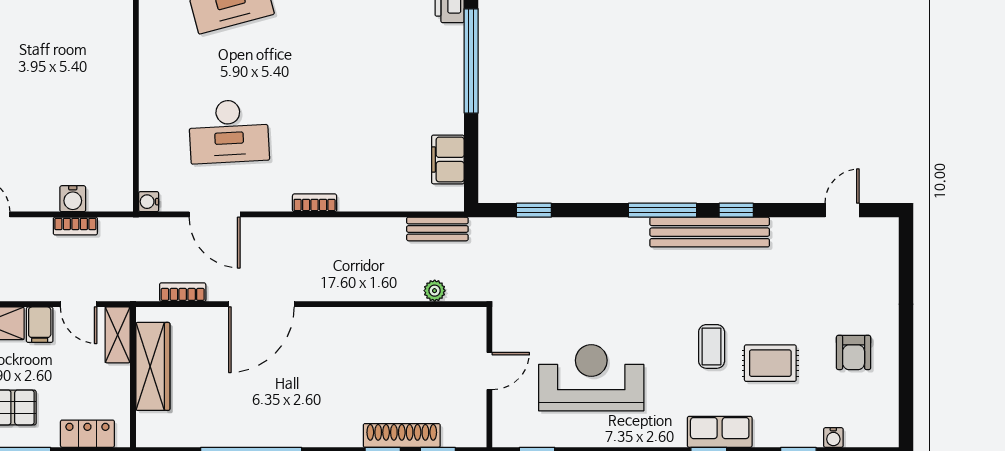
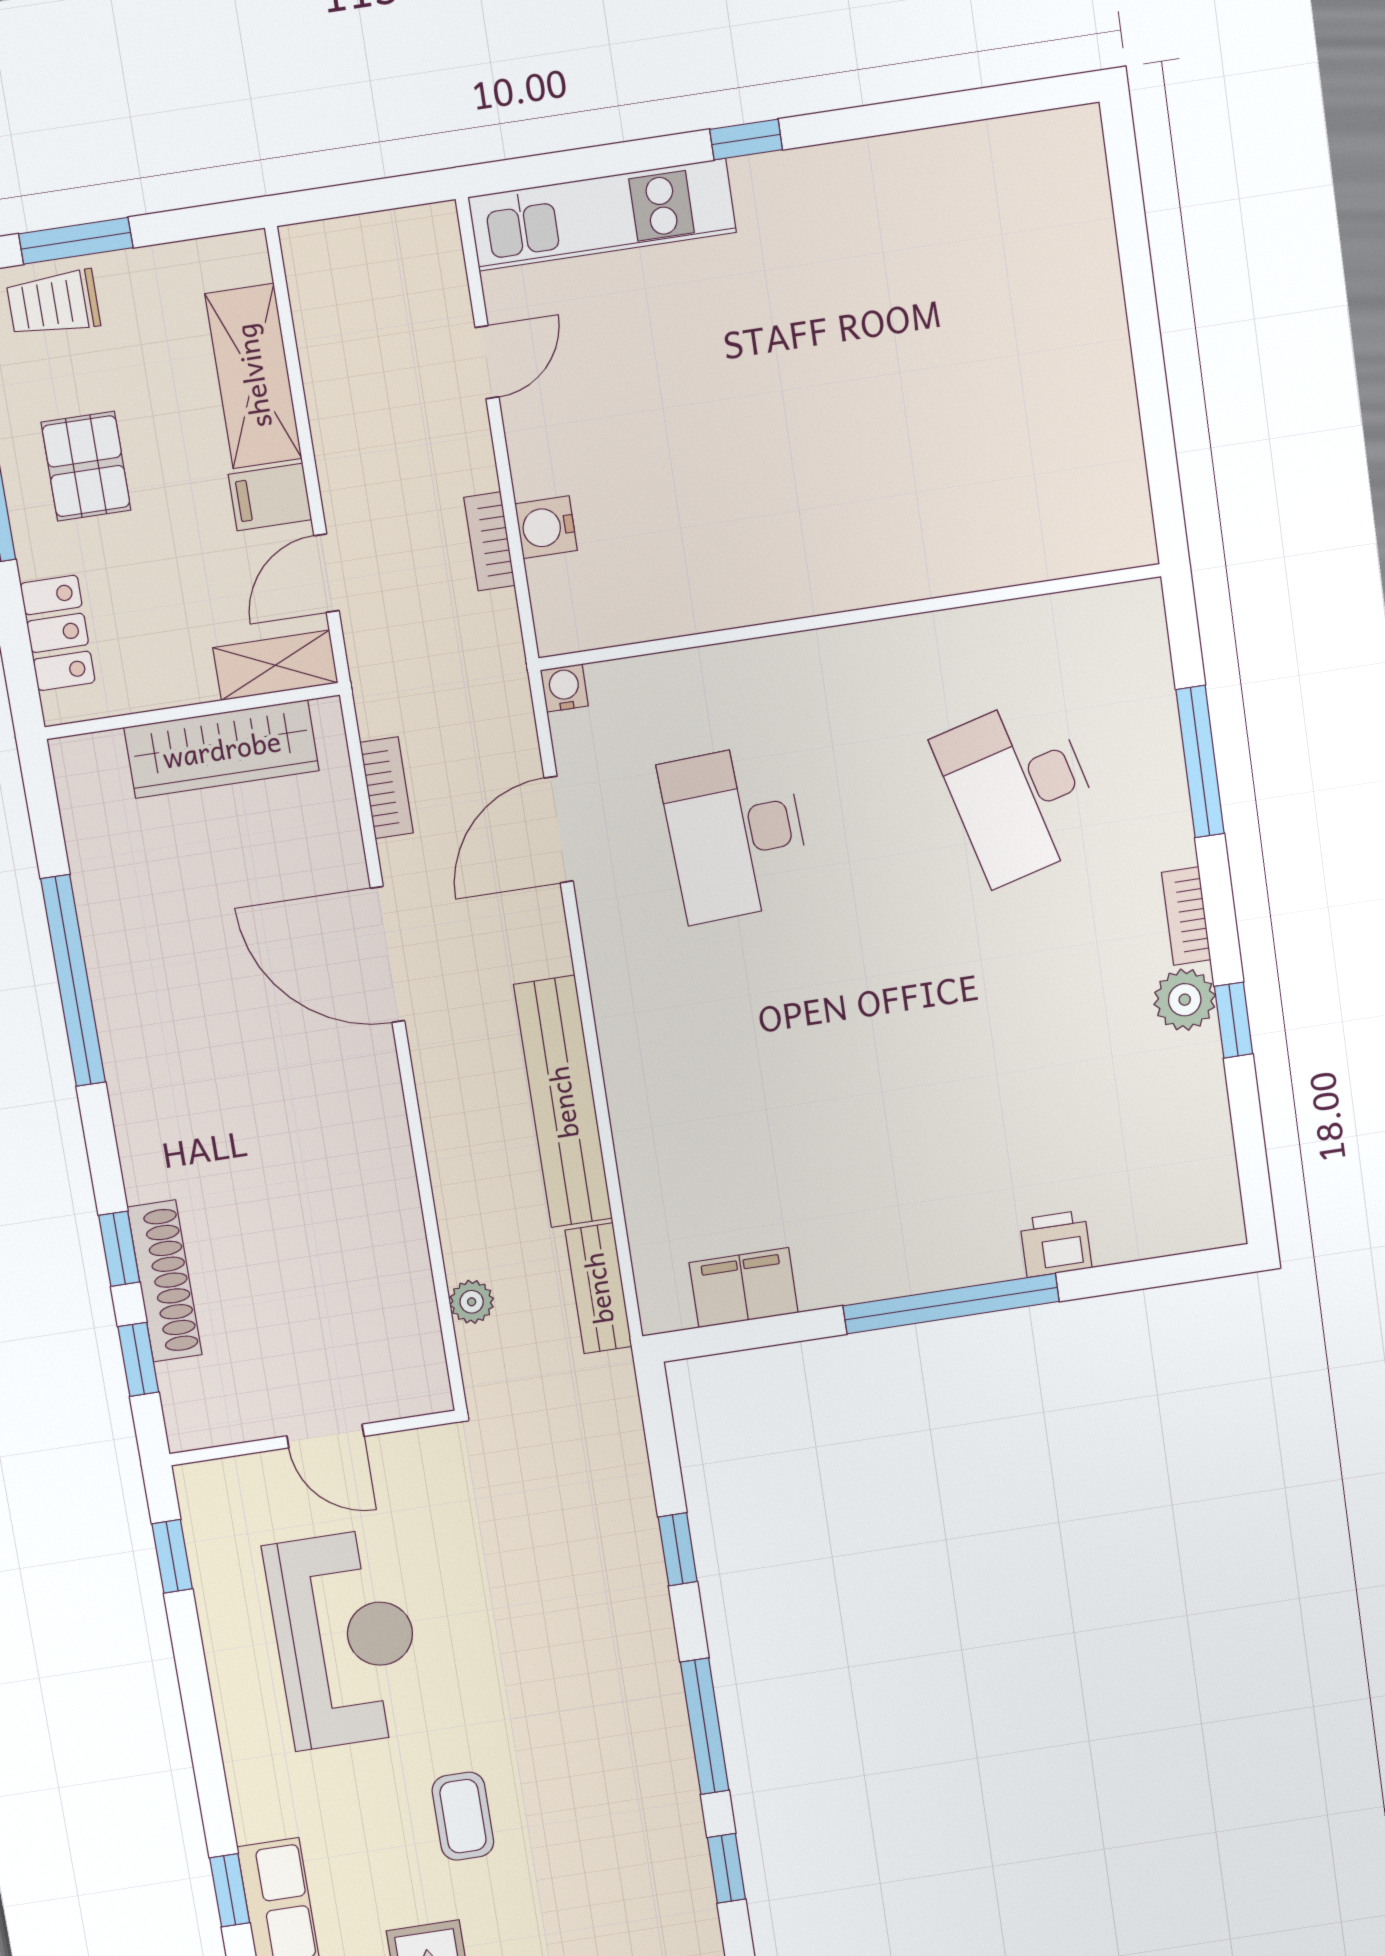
bookcase: (315, 203) -> (614, 1032), removed
window: (534, 210) -> (678, 1549), moved
bench: (710, 232) -> (563, 1102), moved
coffee table: (712, 346) -> (463, 1816), moved, turned 90

